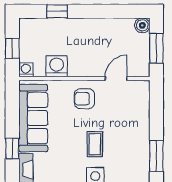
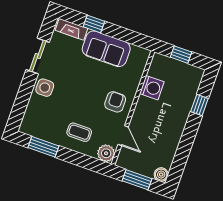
washing machine: (26, 70) -> (158, 60), removed
plant: (140, 89) -> (106, 153), added
sofa: (33, 118) -> (106, 49), width x0.73
coffee table: (95, 144) -> (79, 132), moved

